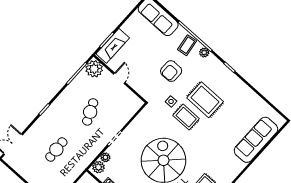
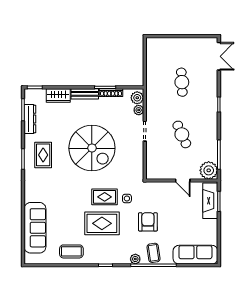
coffee table: (245, 99) -> (71, 251), added

